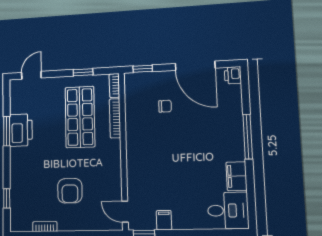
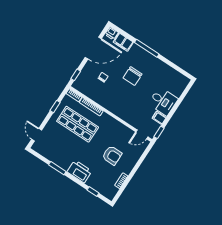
printer: (21, 130) -> (79, 171), moved
chair: (195, 144) -> (133, 76), added
filing cabinet: (236, 176) -> (123, 42), moved
desk: (228, 211) -> (163, 101), moved, turned 90

